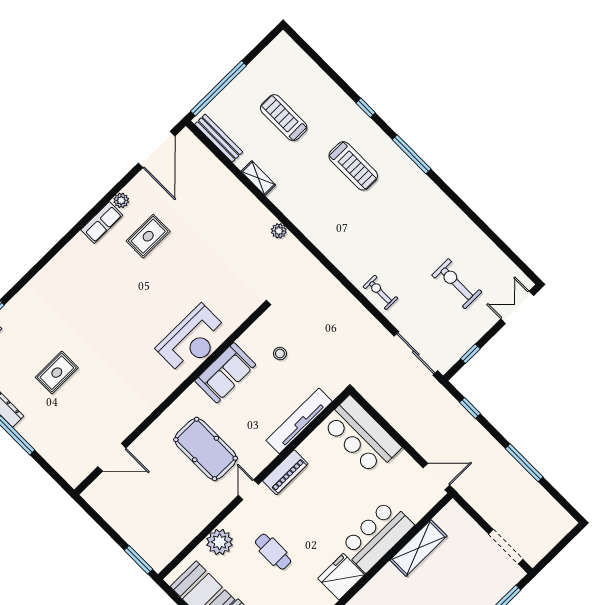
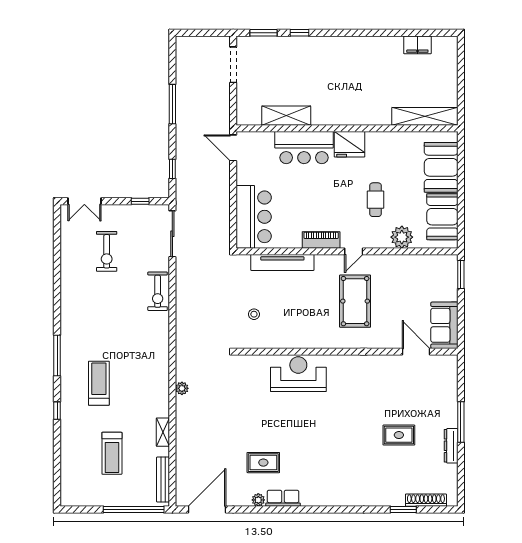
exercise bike: (380, 292) -> (158, 291), width x1.38, depth x1.39
sofa: (225, 373) -> (444, 325), moved, turned -90

